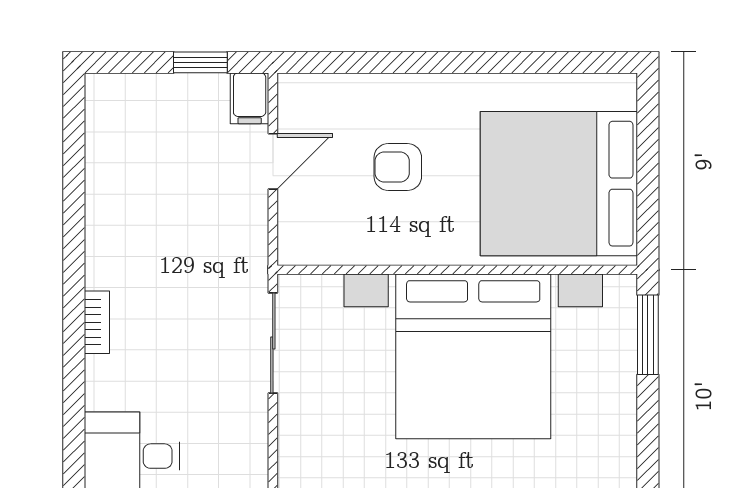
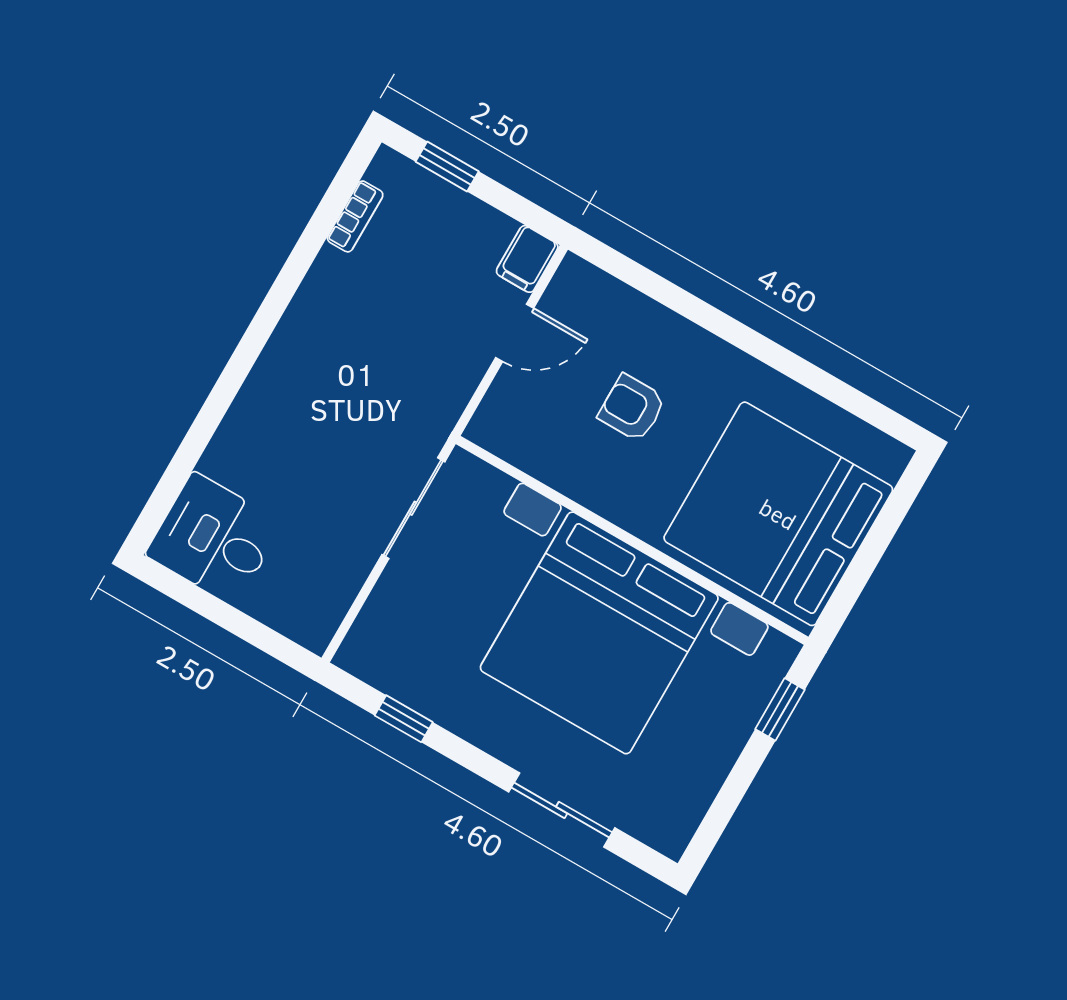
window: (200, 62) -> (447, 166), moved
bookcase: (97, 322) -> (355, 216), moved
window: (648, 335) -> (780, 709), width x0.67

